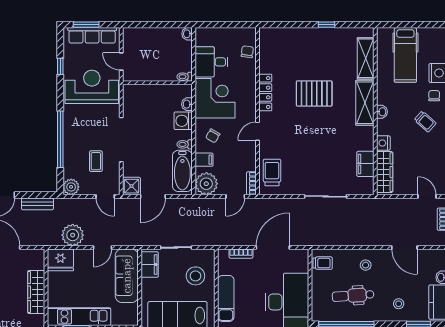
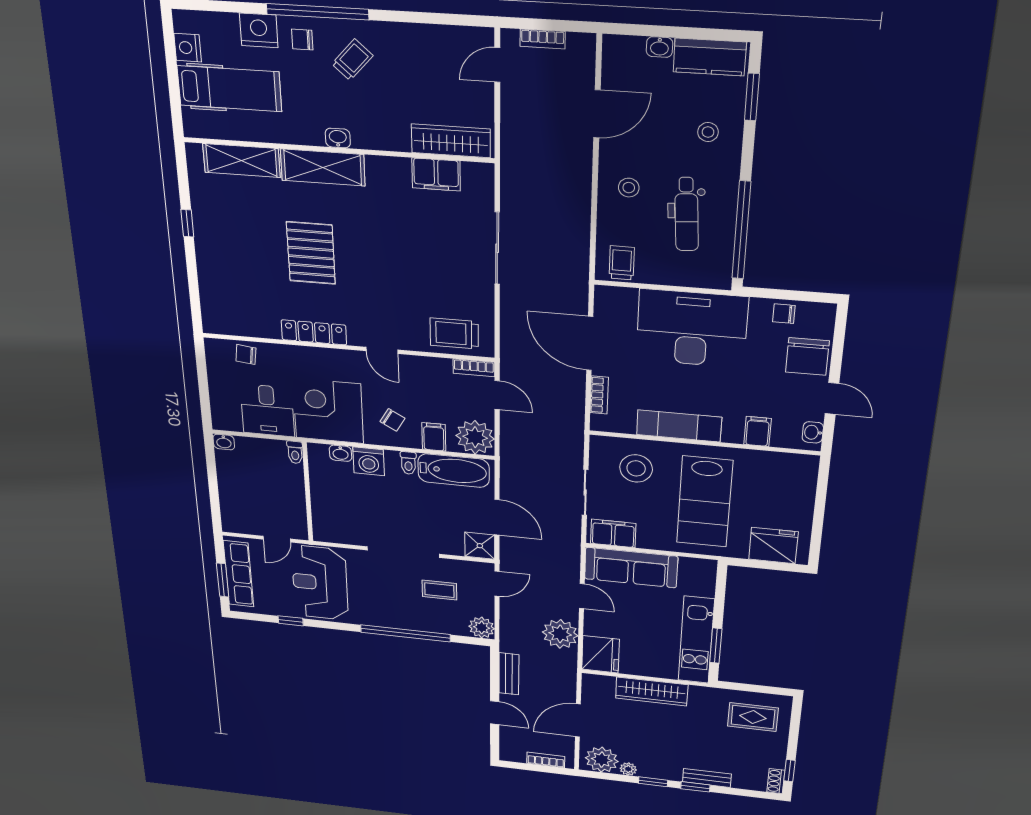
nightstand: (383, 143) -> (188, 48), moved, turned 90

